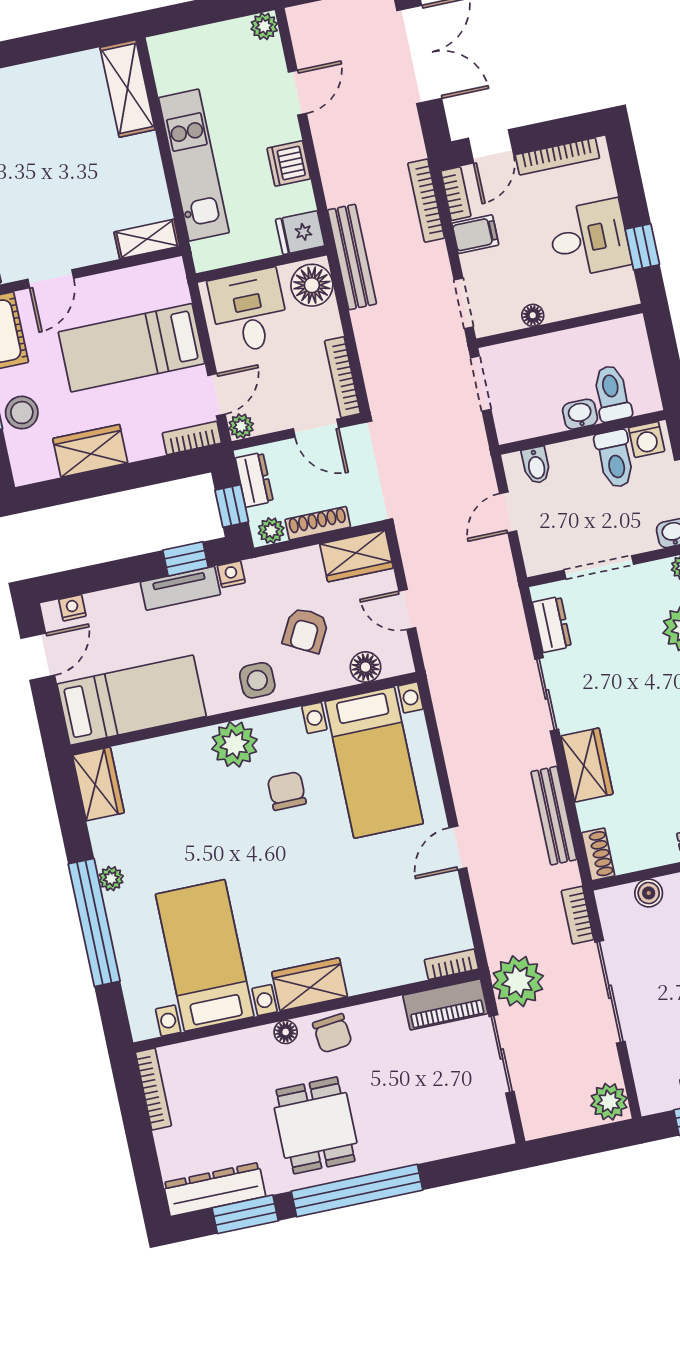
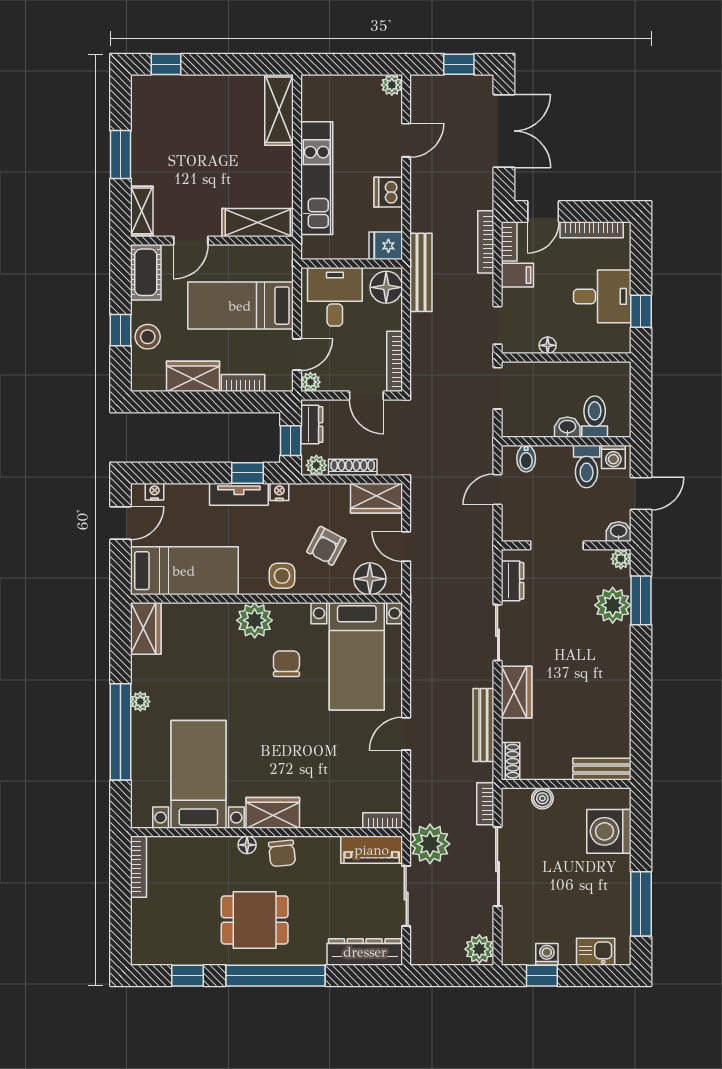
shelving: (147, 239) -> (258, 223), width x1.50, depth x1.33
bookcase: (192, 438) -> (243, 383), moved
floor lamp: (365, 667) -> (370, 579), width x1.38, depth x1.38
dining table: (316, 1125) -> (255, 920), turned 90
dresser: (215, 1190) -> (365, 952), moved
window: (245, 1214) -> (188, 976), width x0.67

